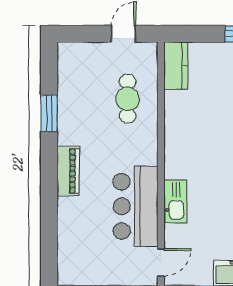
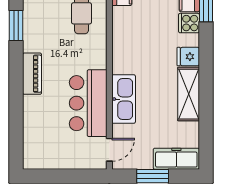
kitchen sink: (175, 201) -> (124, 99), width x1.36, depth x1.24

